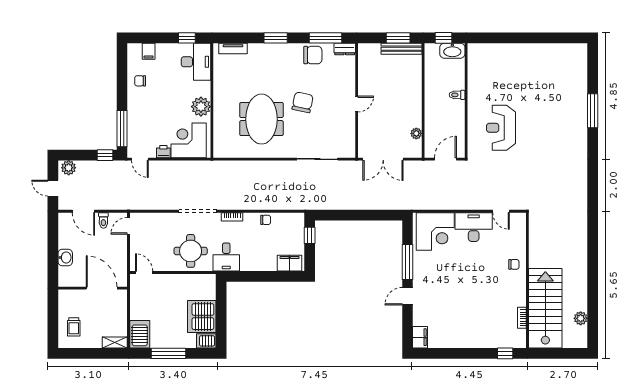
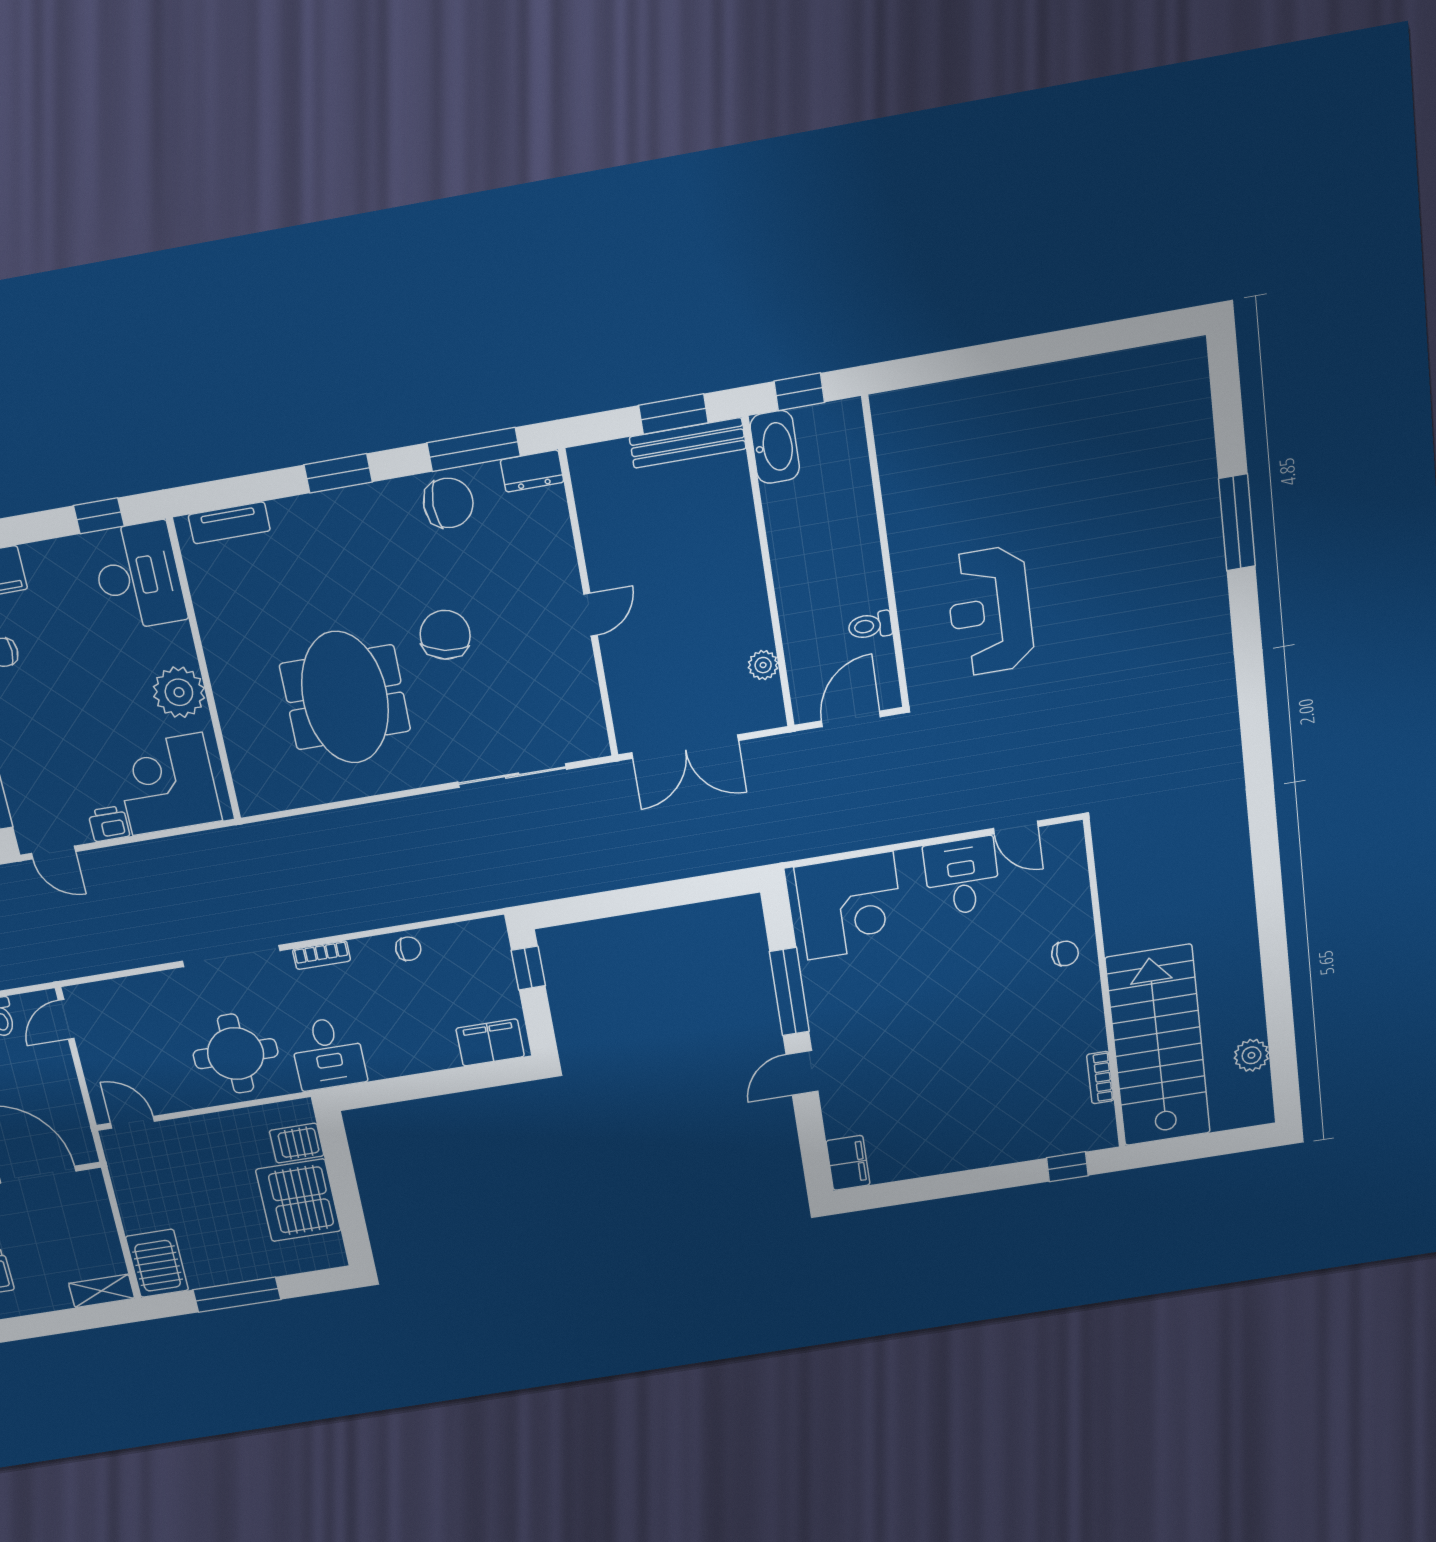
washbasin: (452, 51) -> (775, 447), moved, turned -90
toilet: (457, 95) -> (870, 626), moved
desk: (474, 227) -> (962, 877), width x0.73
server rack: (206, 341) -> (297, 1143), moved

